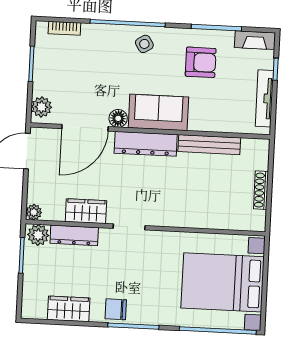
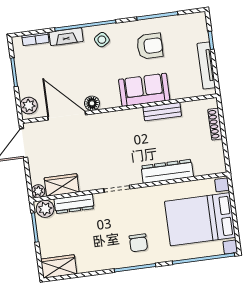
fireplace: (255, 40) -> (66, 37), moved
sofa: (158, 112) -> (144, 90), moved
door: (85, 128) -> (67, 116), swing flipped
dresser: (146, 144) -> (167, 171), moved, turned 180
bench: (209, 145) -> (162, 112), width x0.73
shoe rack: (261, 190) -> (215, 124), moved
wardrobe: (86, 211) -> (62, 185), moved
wardrobe: (69, 309) -> (59, 266), moved
chair: (116, 309) -> (138, 243), moved, turned -90

